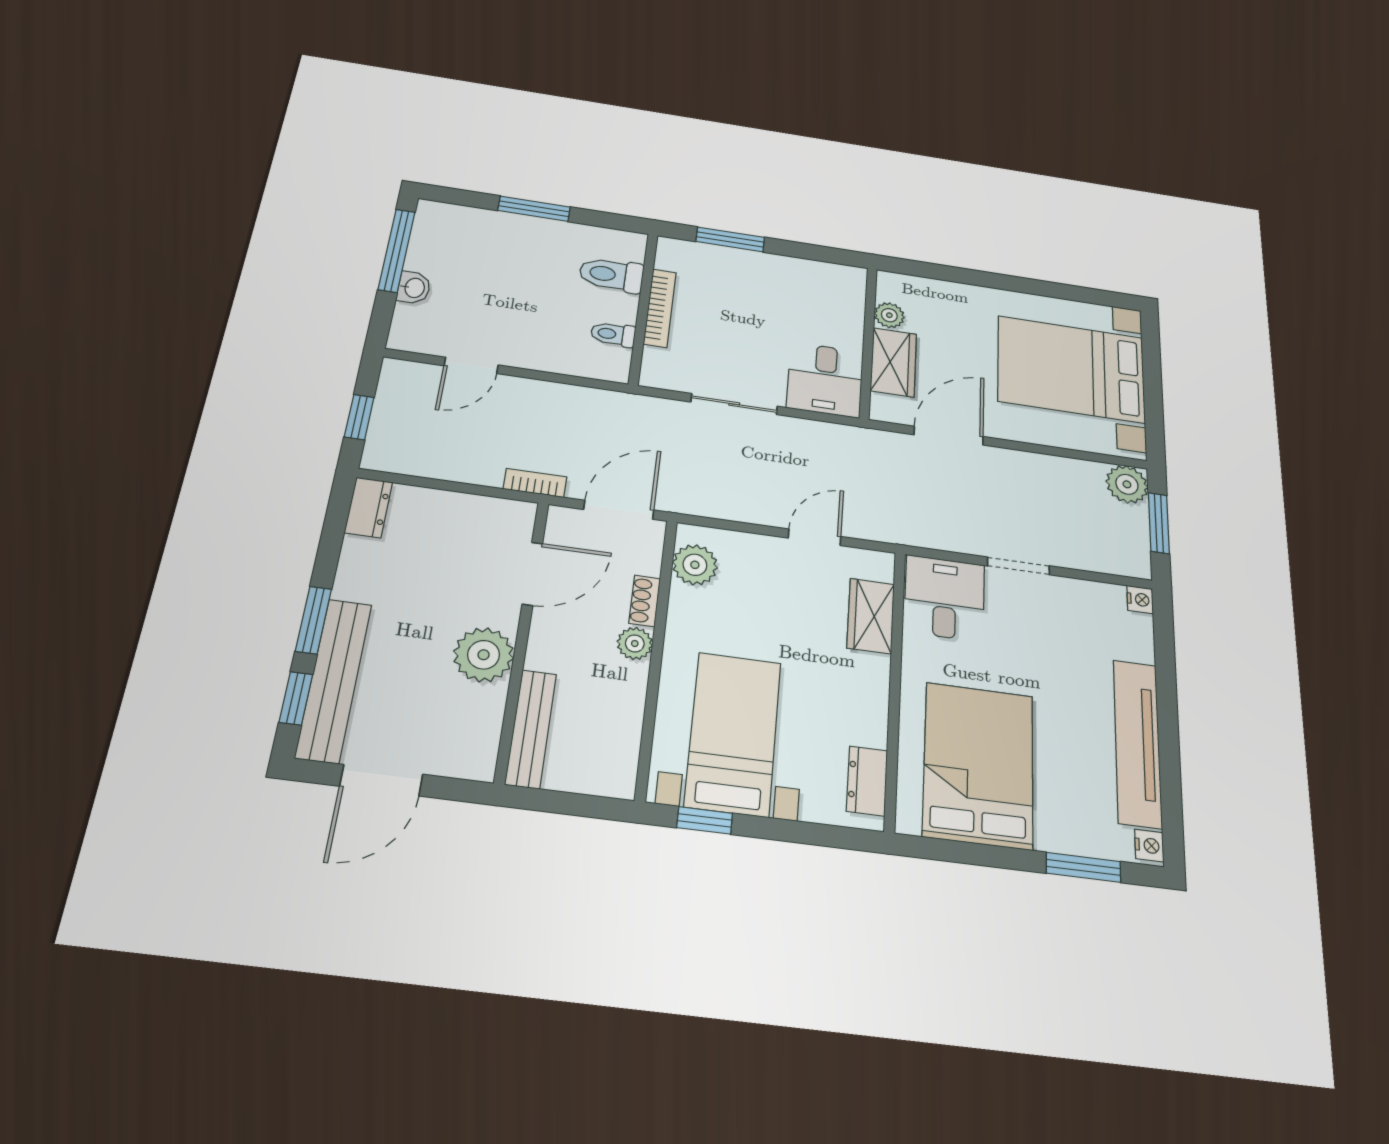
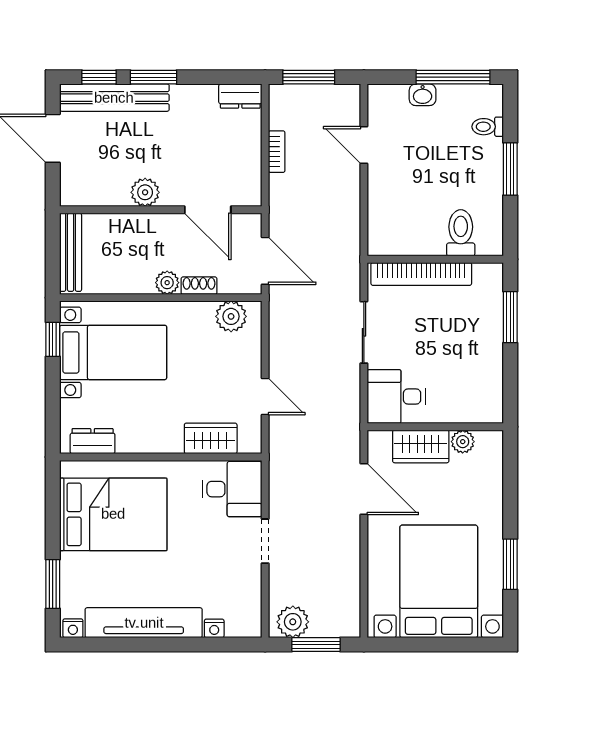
window: (1048, 289) -> (510, 564), added
bookcase: (660, 308) -> (421, 274), width x1.48, depth x1.31
toilet: (613, 334) -> (488, 127), moved, turned -90
window: (359, 417) -> (309, 77), width x1.50
bookcase: (535, 483) -> (277, 152), moved
plant: (1127, 484) -> (293, 622), moved
nightstand: (1140, 600) -> (214, 628), moved
plant: (484, 655) -> (145, 192), width x0.73, depth x0.73
bench: (531, 729) -> (71, 252), moved, turned 90

